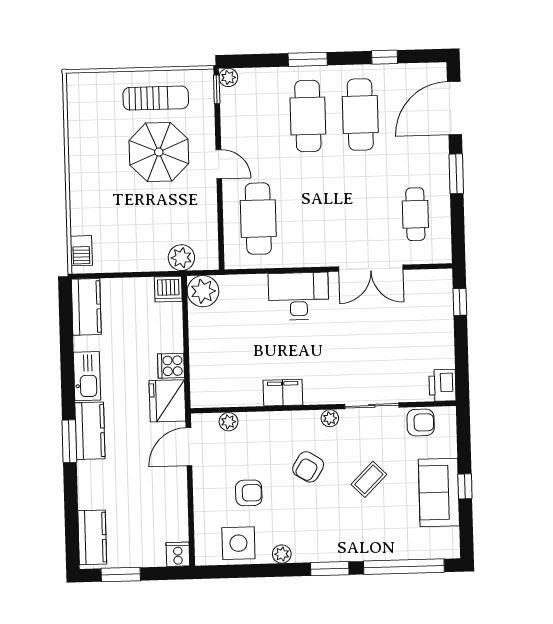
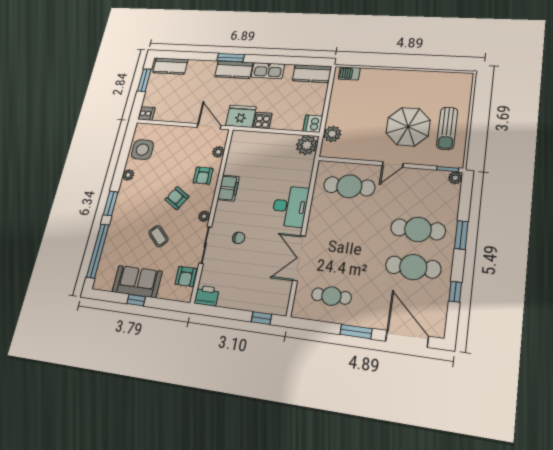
chair: (354, 360) -> (239, 238), added
armchair: (249, 493) -> (203, 176), moved

